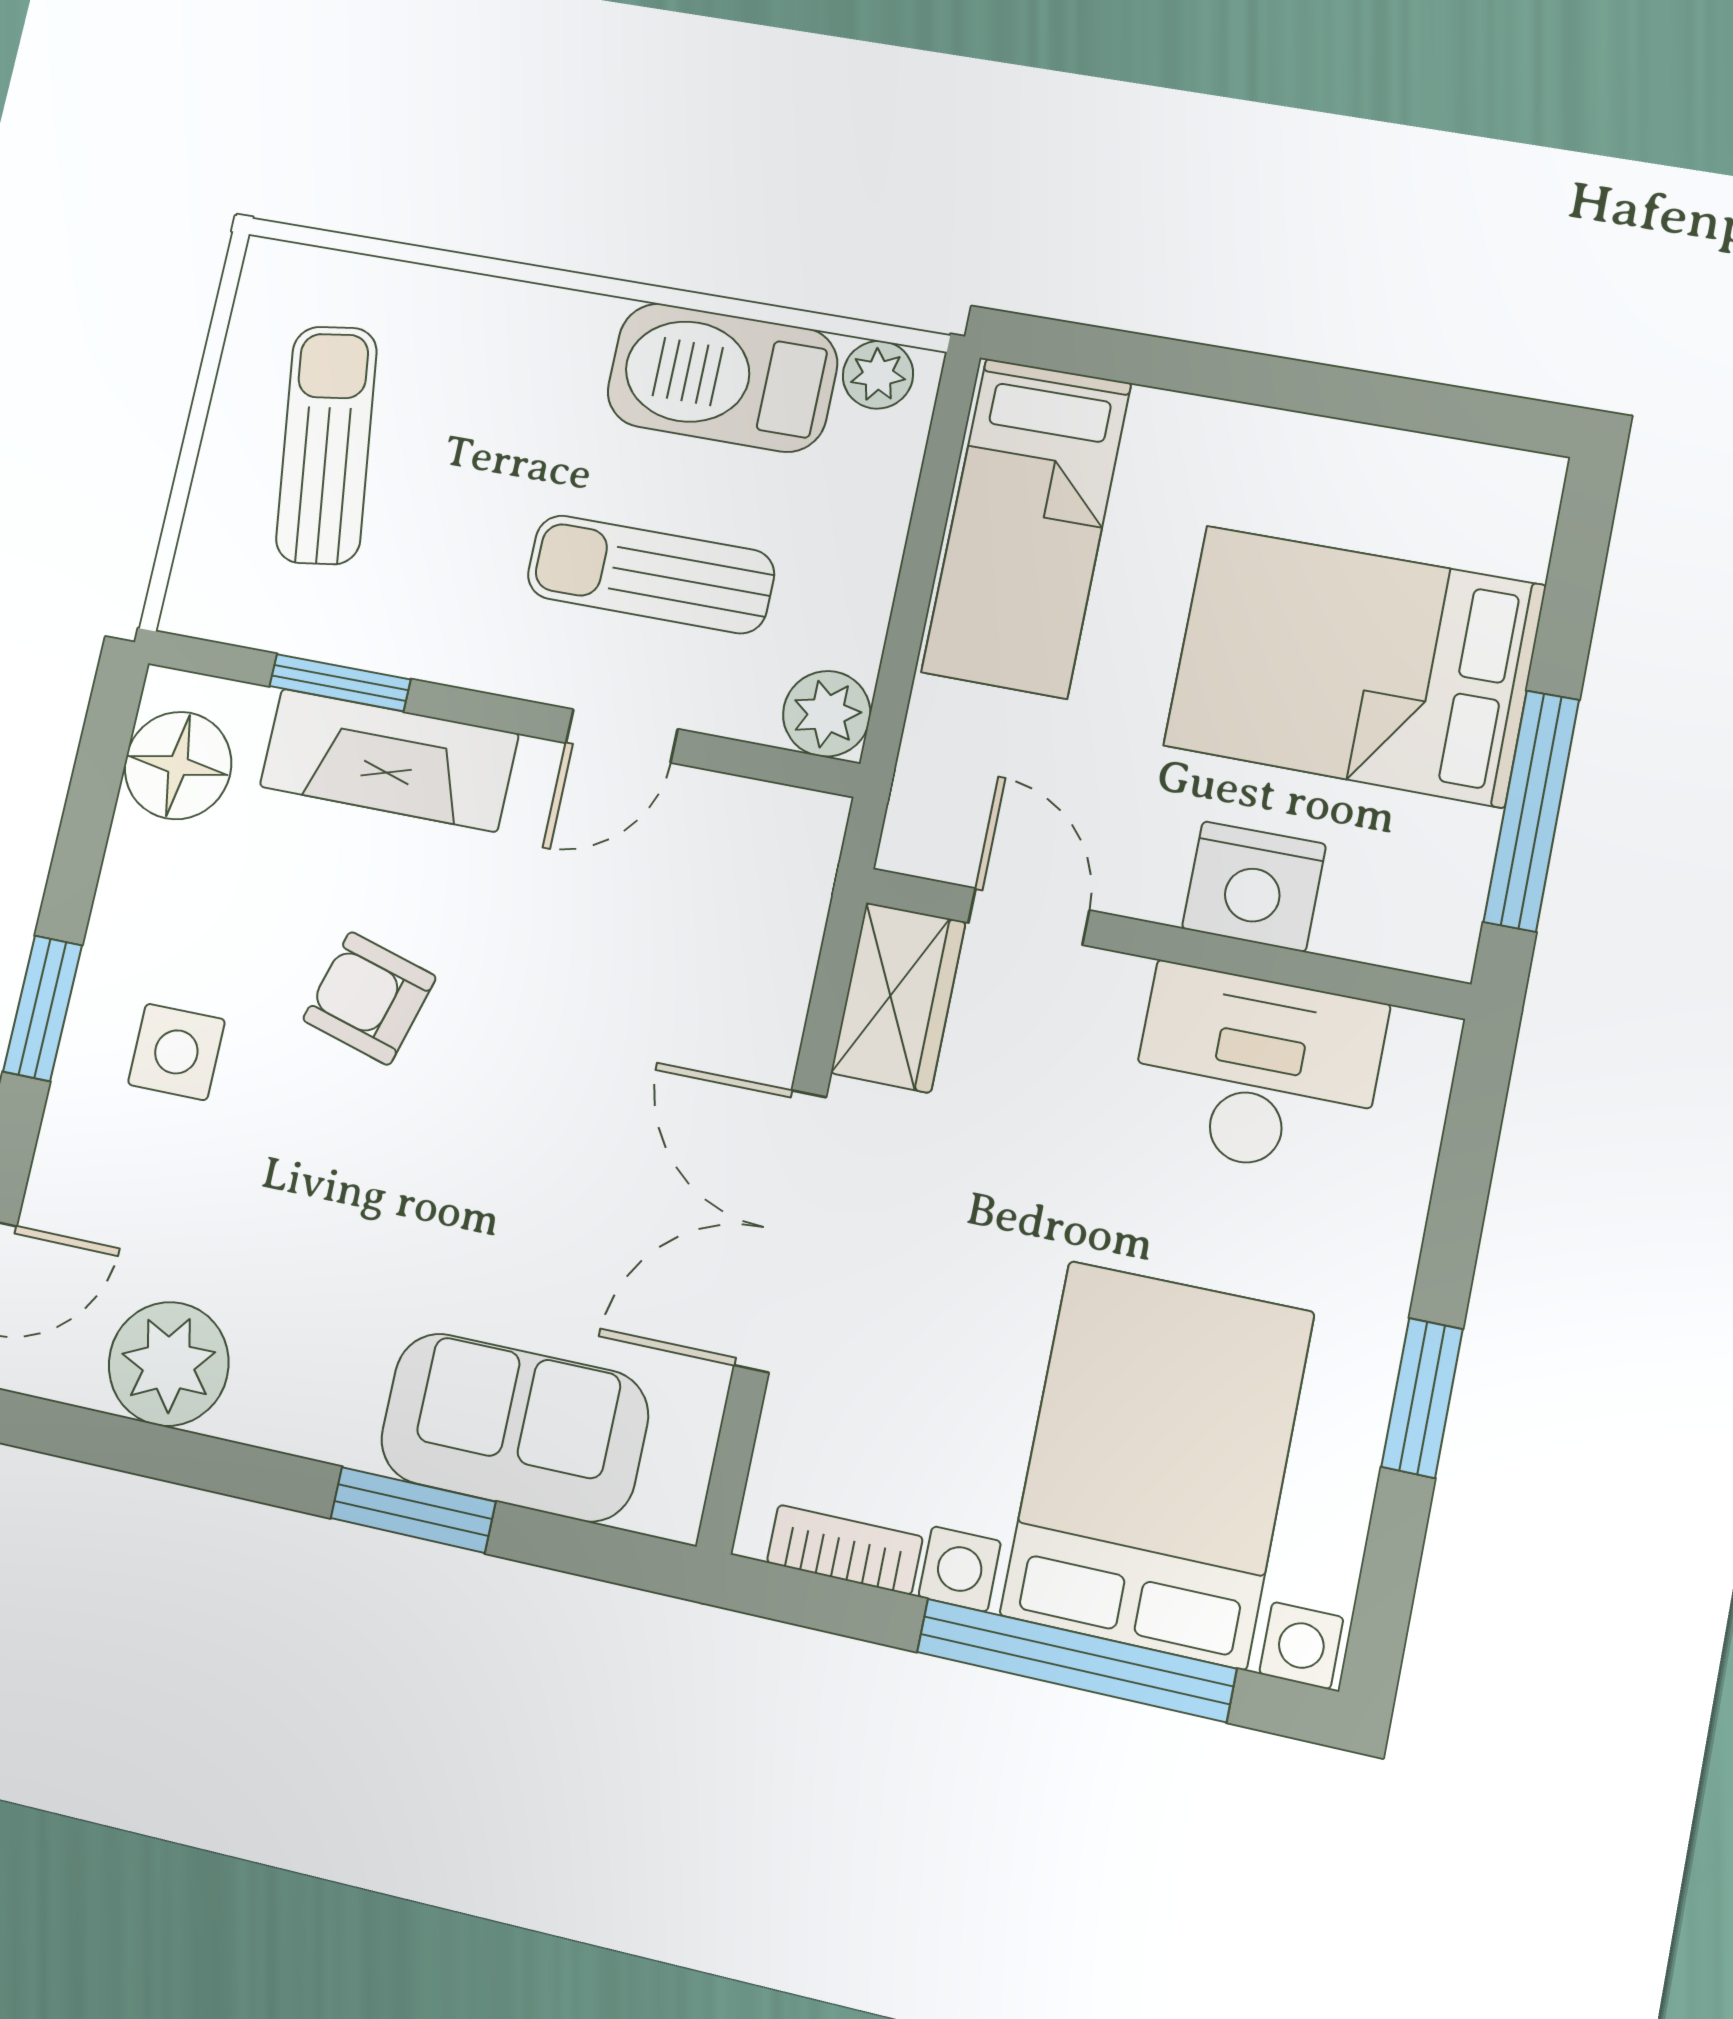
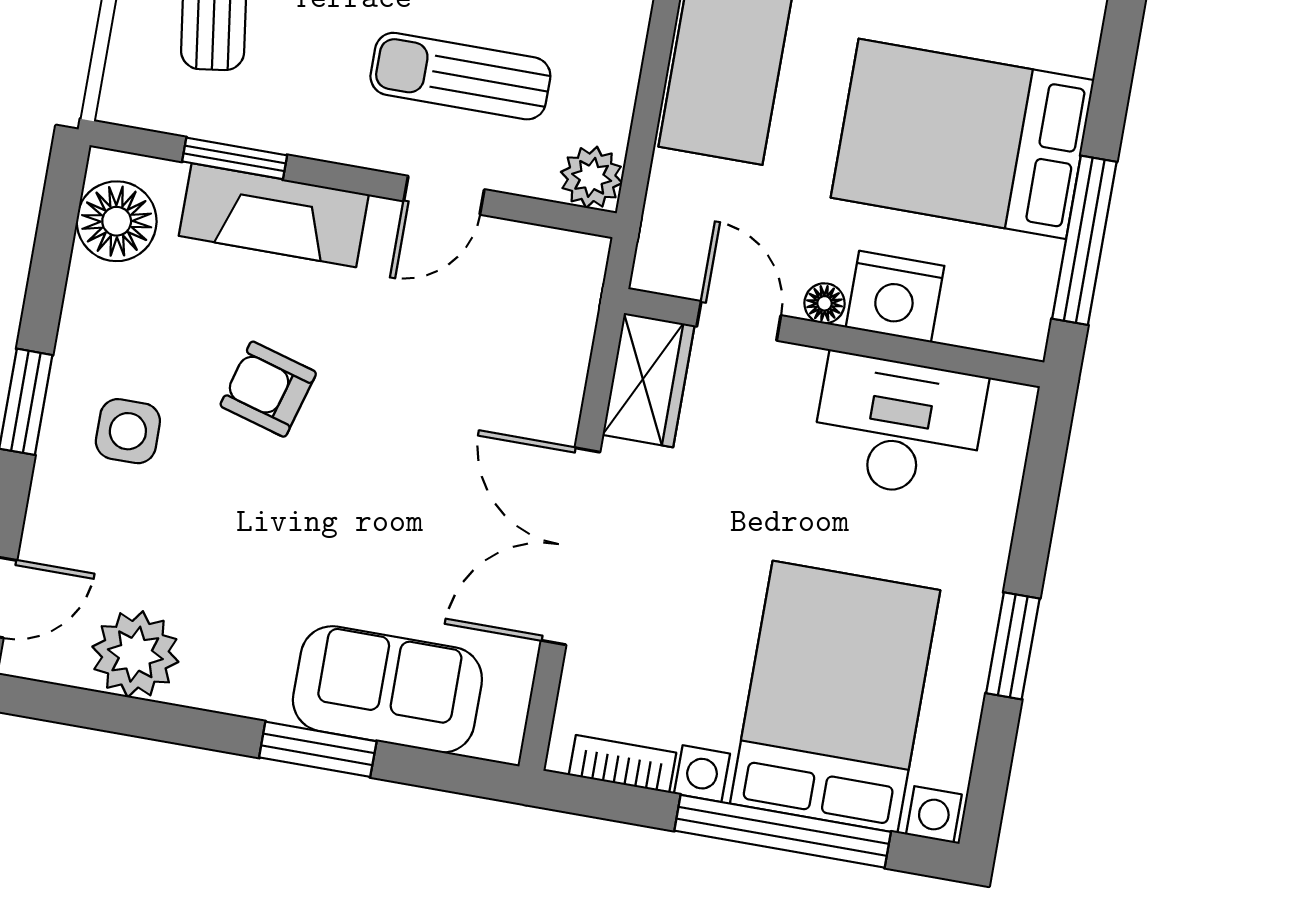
floor lamp: (1152, 894) -> (825, 303), added

